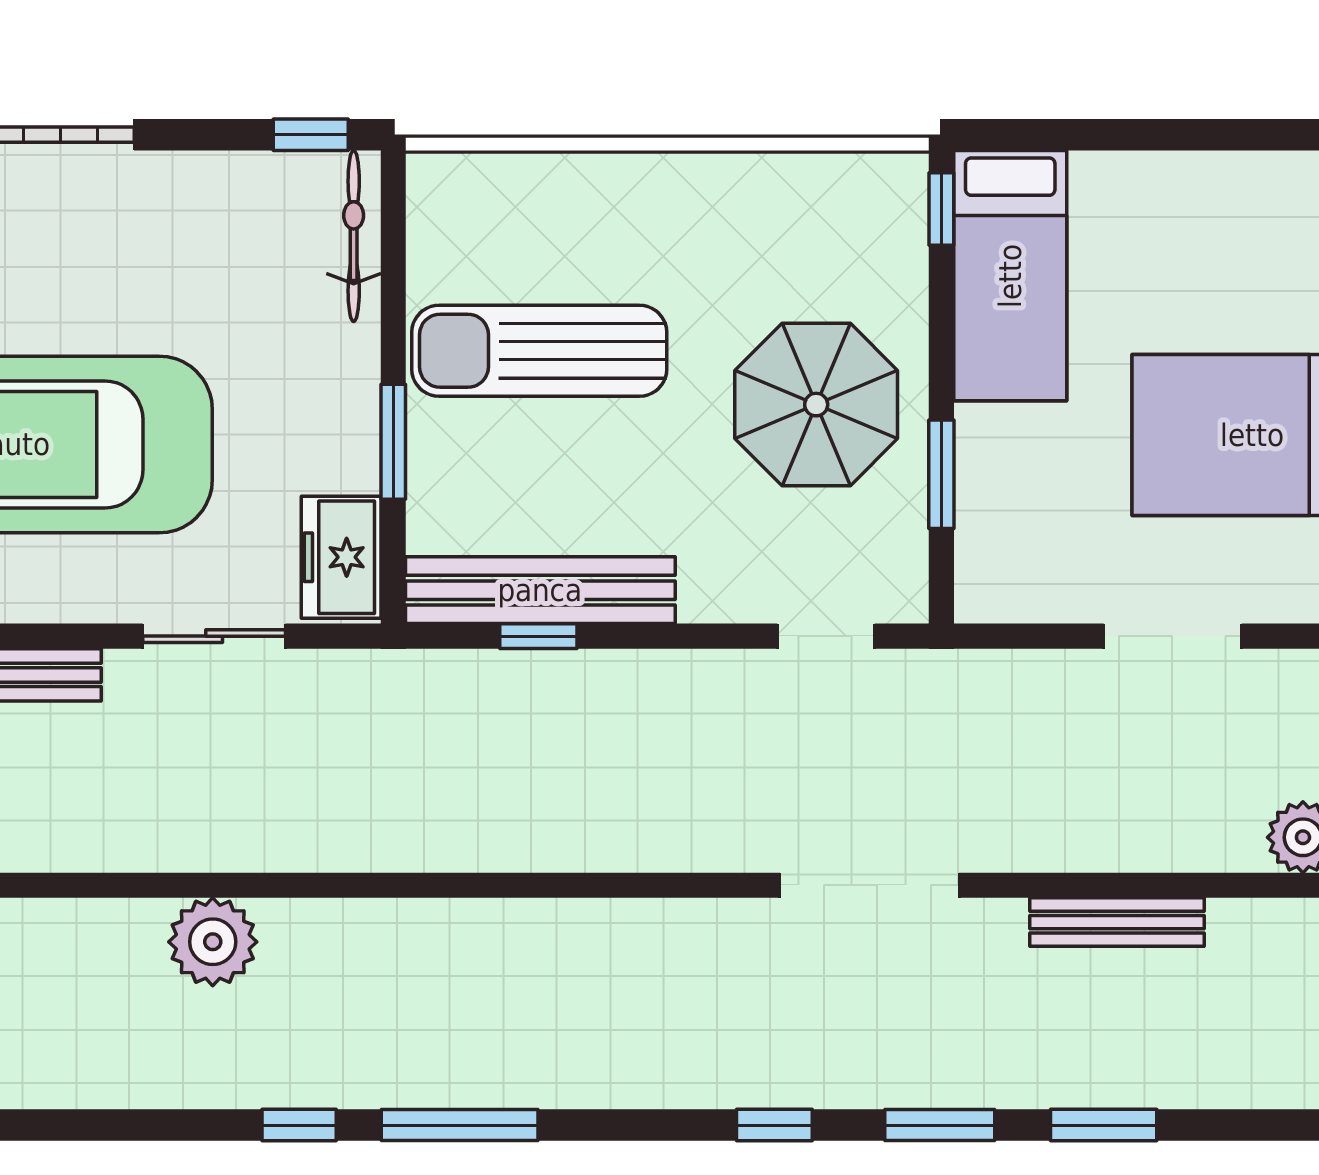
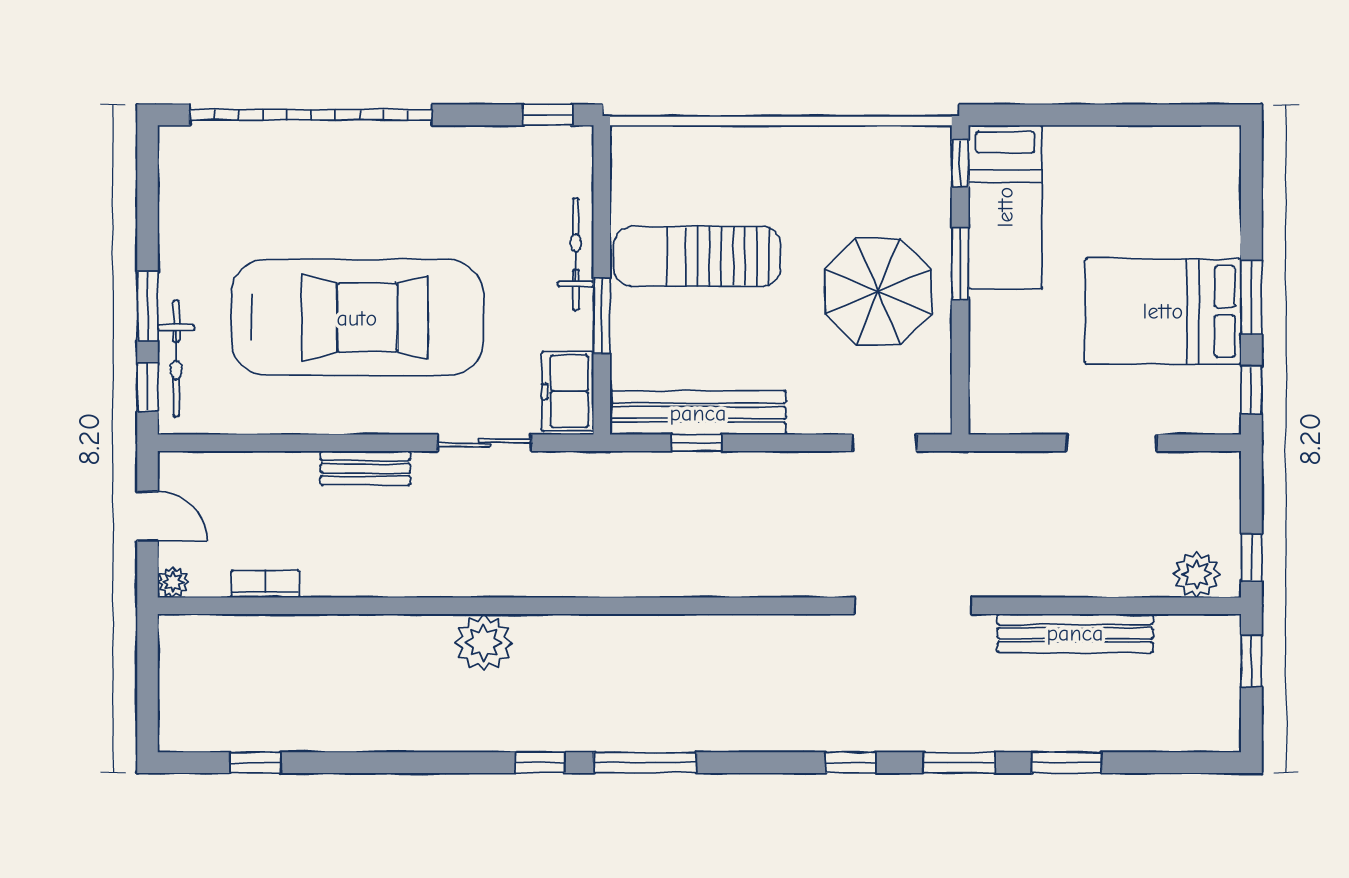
bicycle: (354, 236) -> (576, 254), moved
window: (941, 474) -> (960, 263), moved
bench: (1117, 922) -> (1075, 633), width x1.37, depth x1.21

